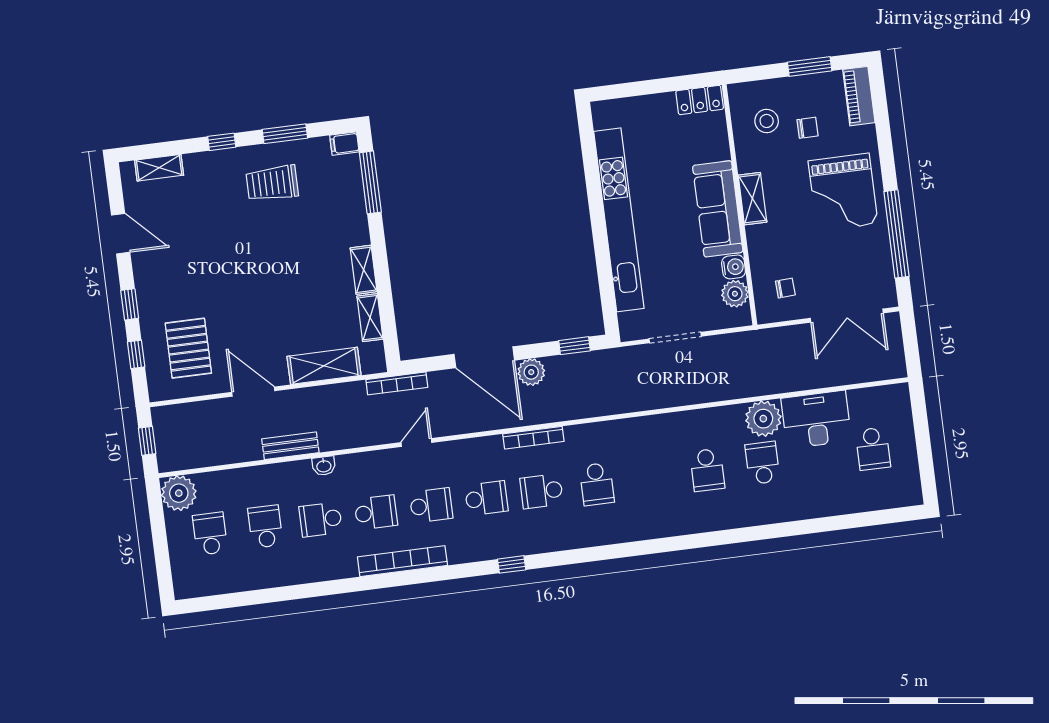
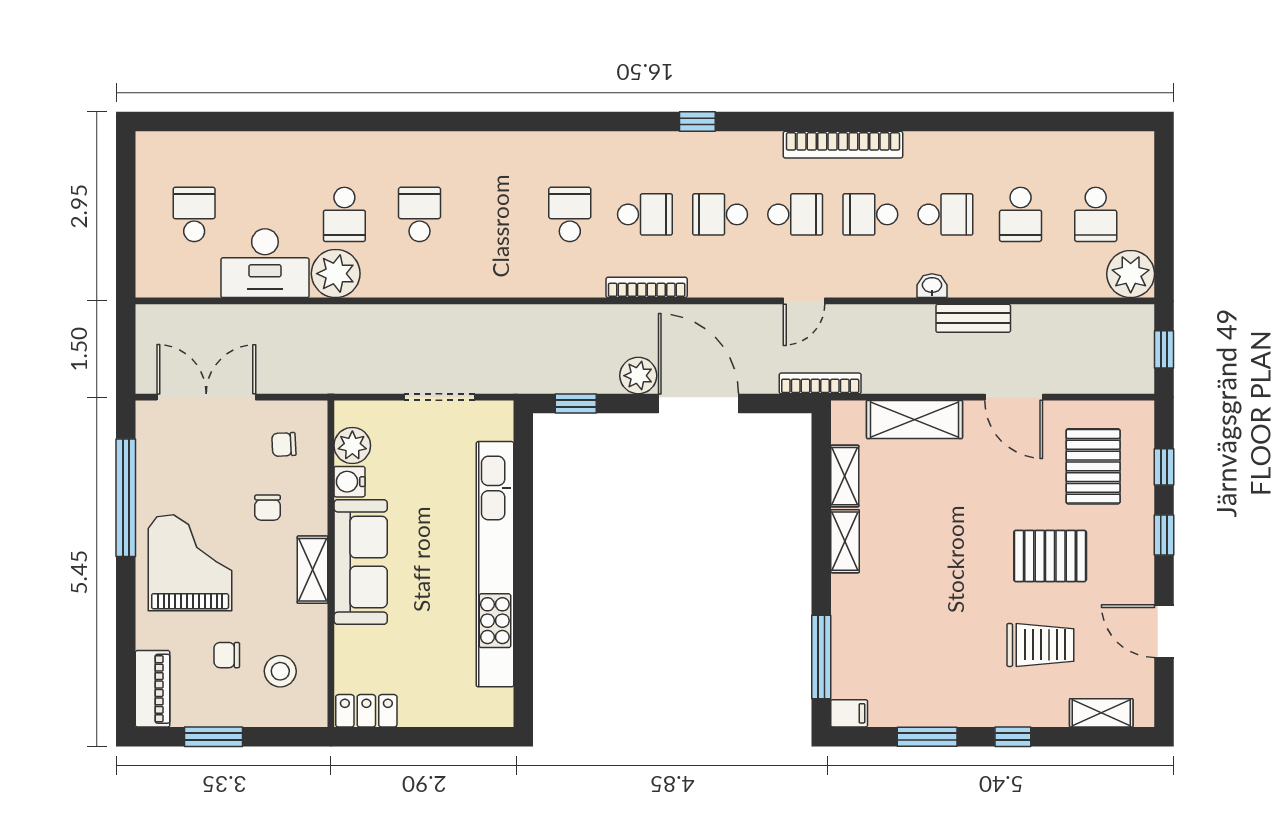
trolley: (272, 183) -> (1040, 645), moved
chair: (791, 240) -> (268, 508), added
pallet: (211, 278) -> (1050, 556), added
school desk: (431, 505) -> (795, 214), turned 180

